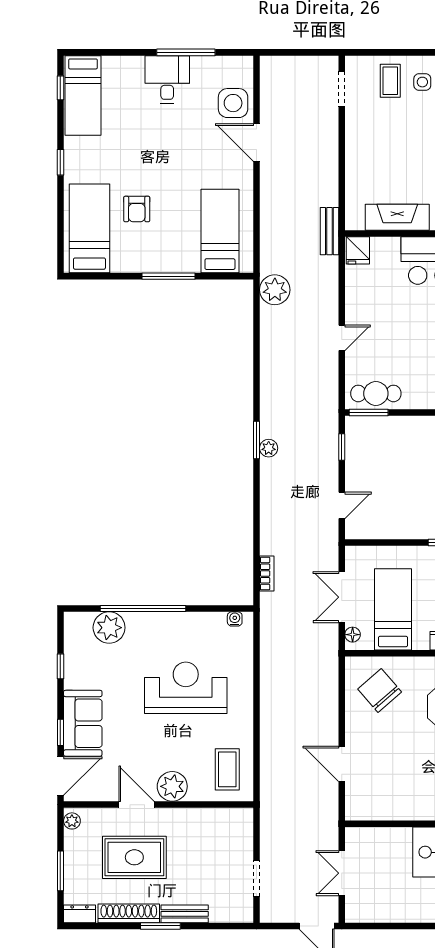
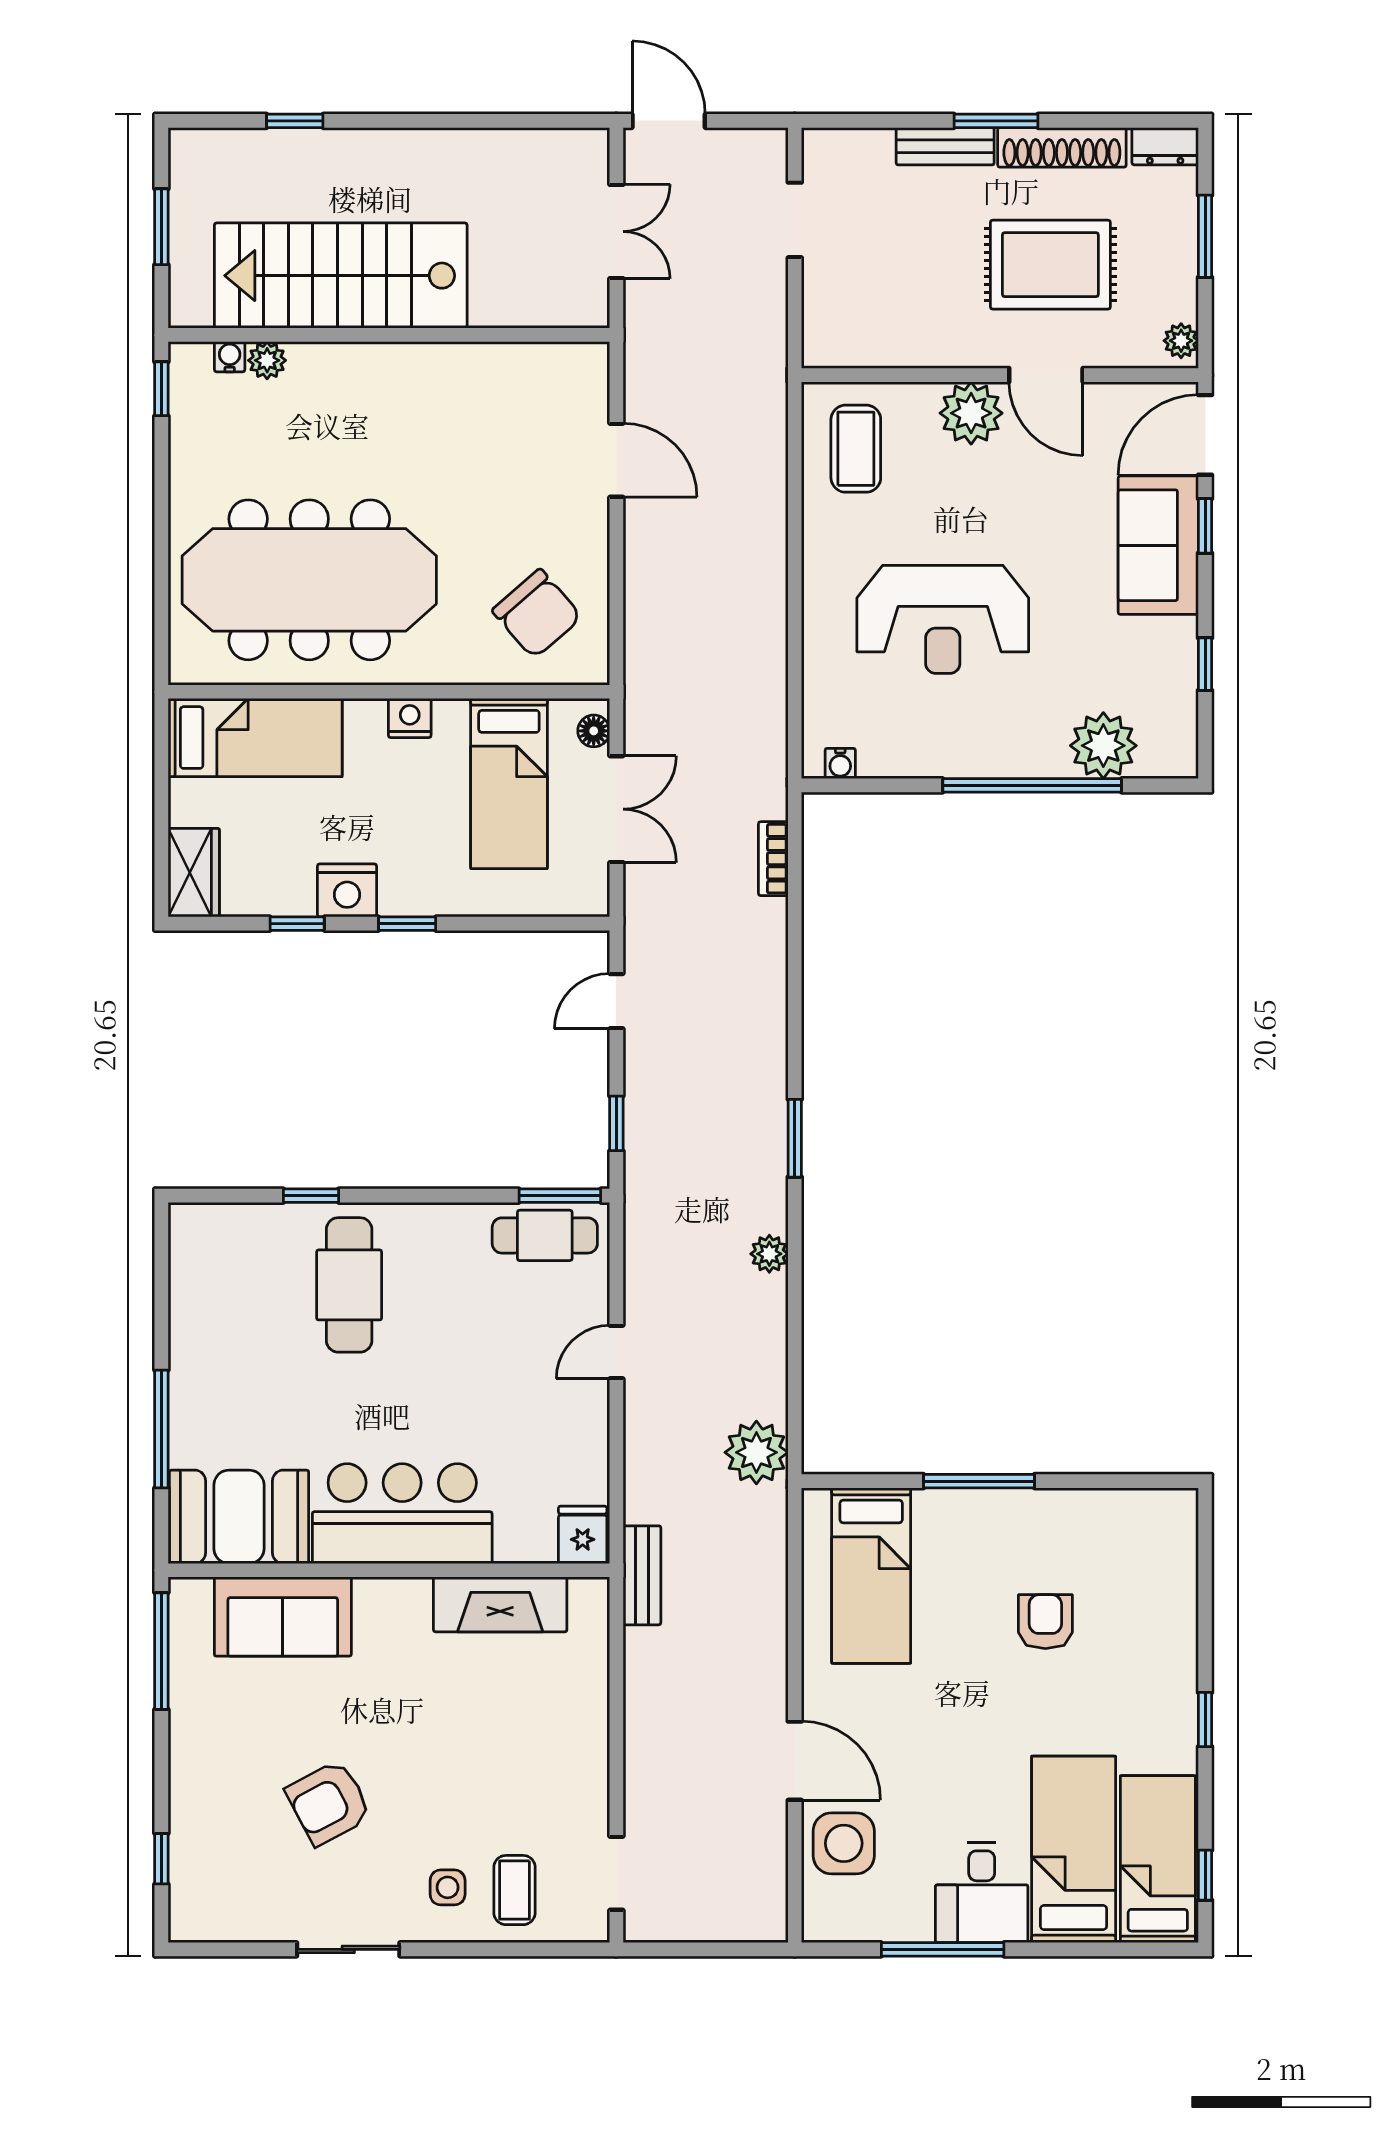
bed: (89, 228) -> (1074, 1849), moved, turned 180
plant: (269, 448) -> (769, 1254), moved

